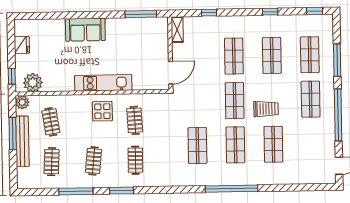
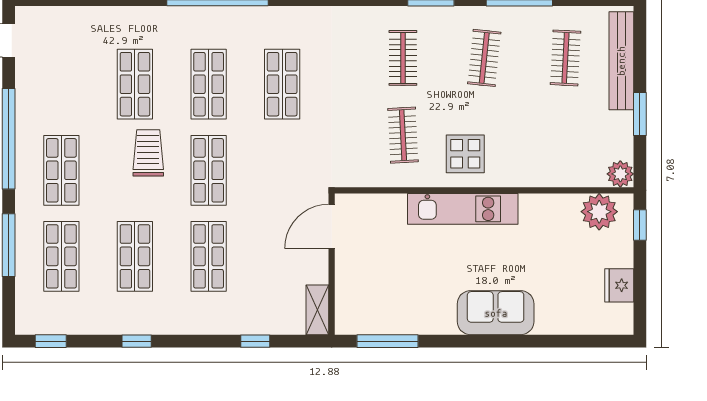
trolley: (266, 109) -> (148, 153), turned 90
clothes rail: (51, 122) -> (565, 135), removed
window: (13, 133) -> (640, 114), width x0.69
bench: (22, 141) -> (621, 61), moved

